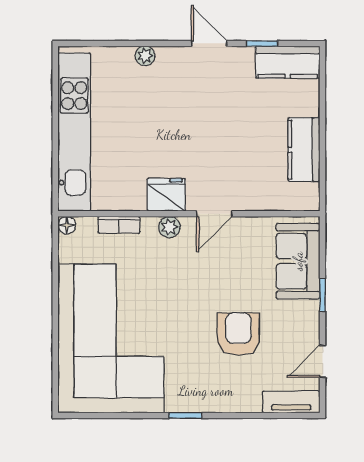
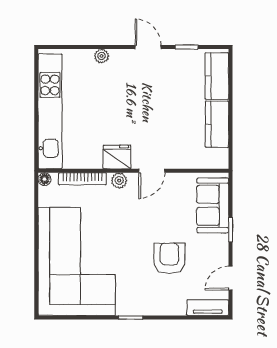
kitchen counter: (288, 62) -> (217, 76), moved, turned 90
bookcase: (119, 225) -> (82, 179), width x1.56

